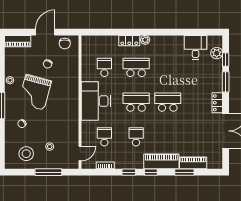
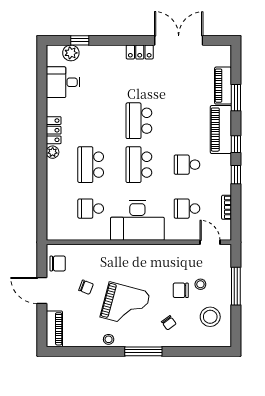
locker: (129, 41) -> (54, 130), moved
window: (226, 82) -> (111, 40), removed
chair: (45, 132) -> (181, 290), added

